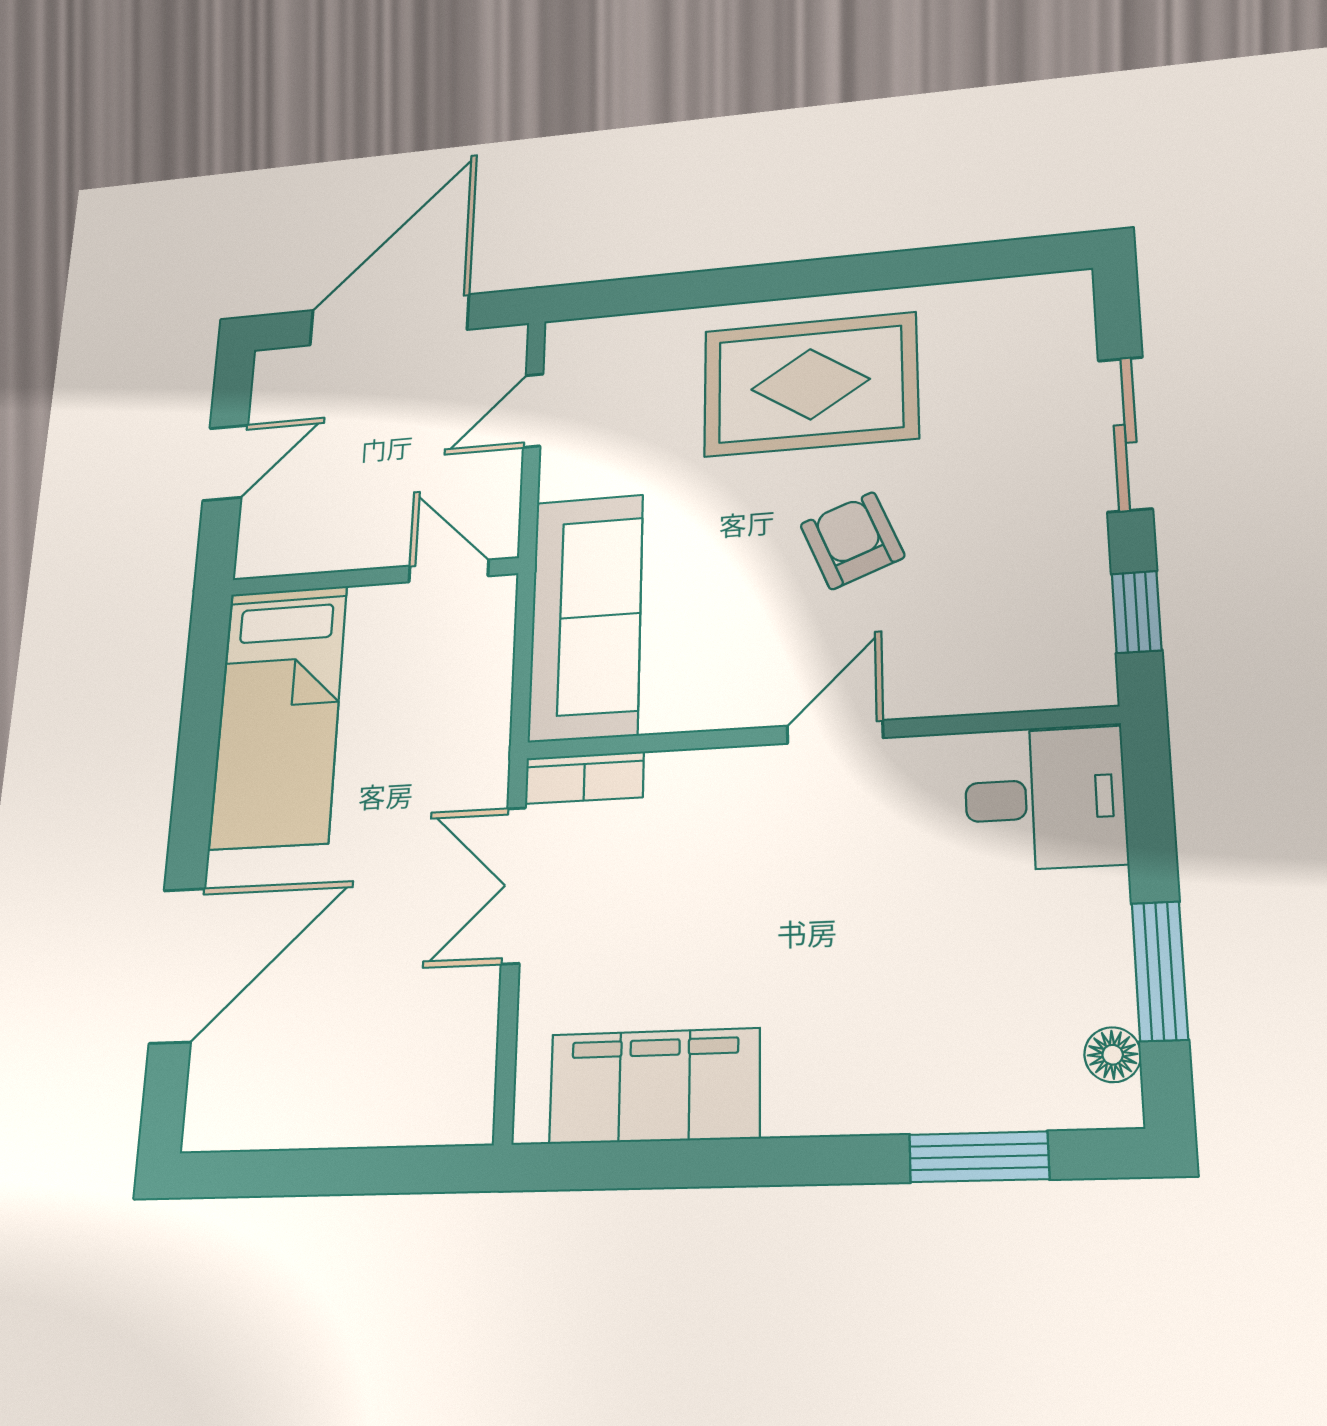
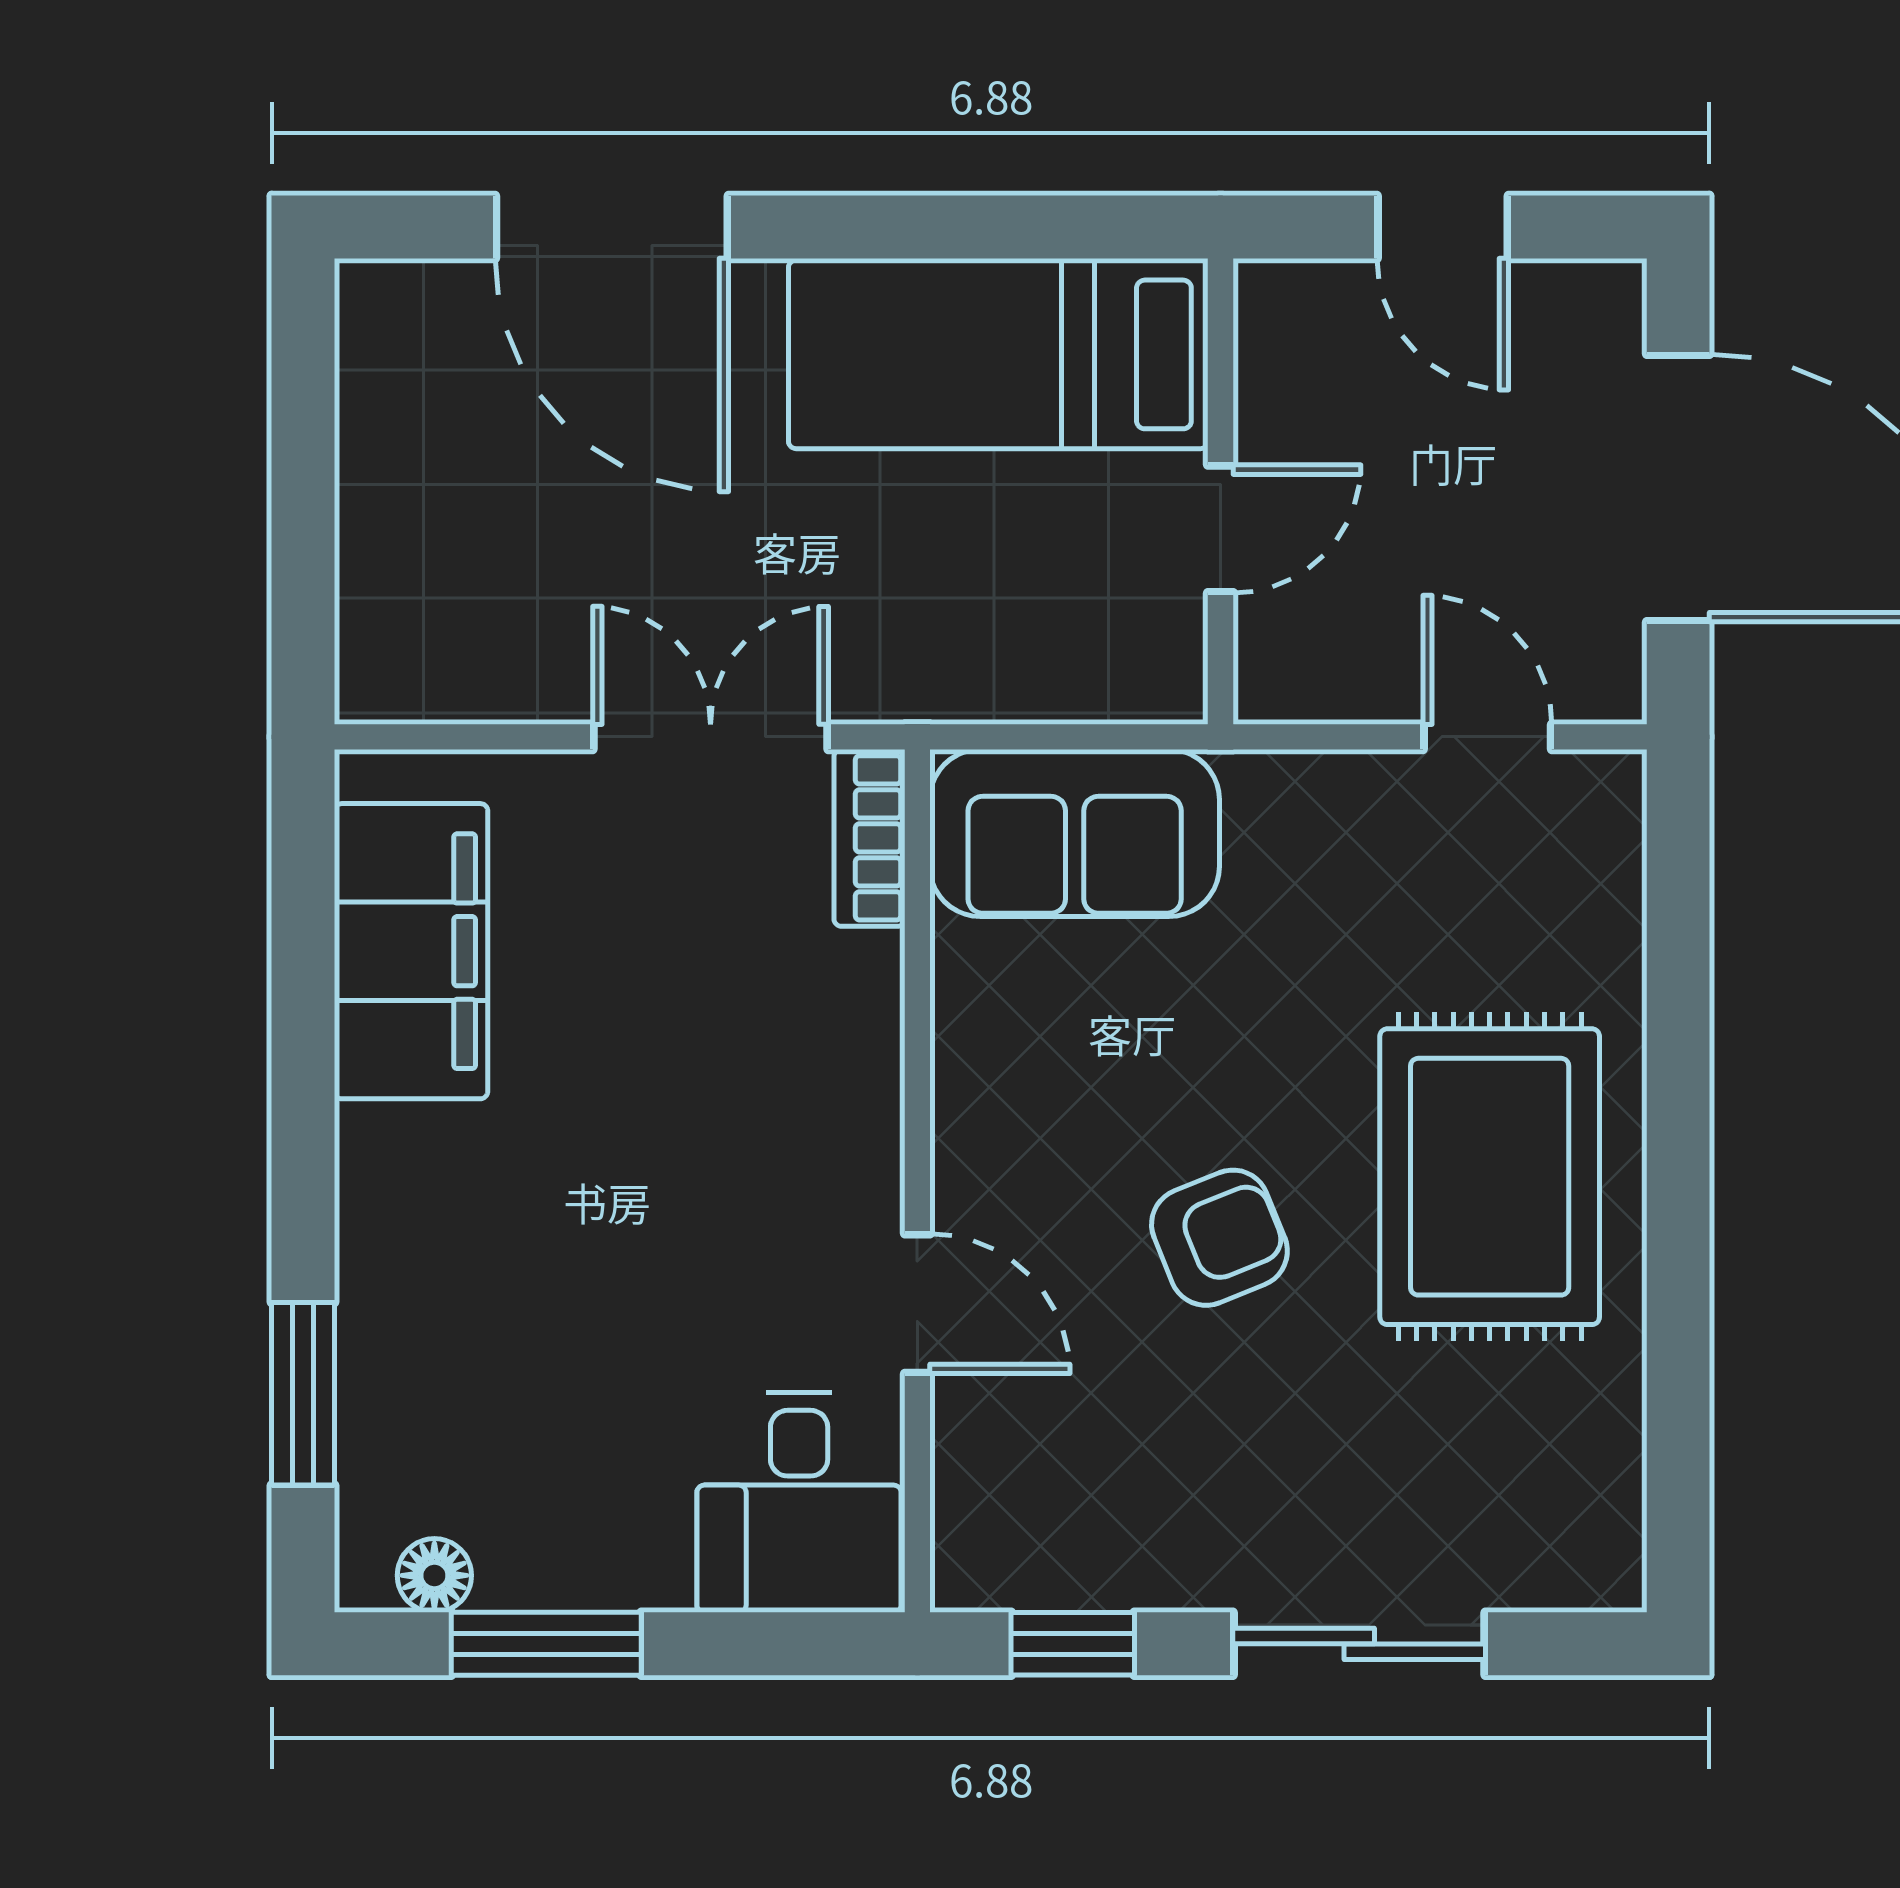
door: (449, 571) -> (1220, 529), moved
sofa: (586, 617) -> (1075, 833), width x0.73
door: (835, 732) -> (917, 1304), moved

